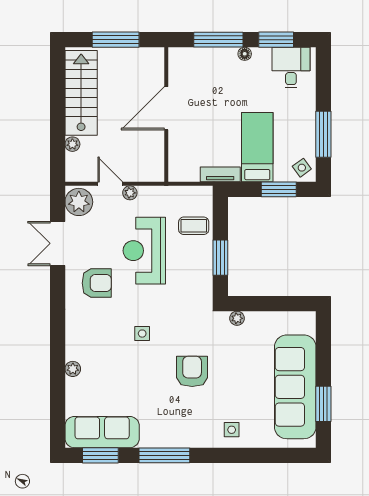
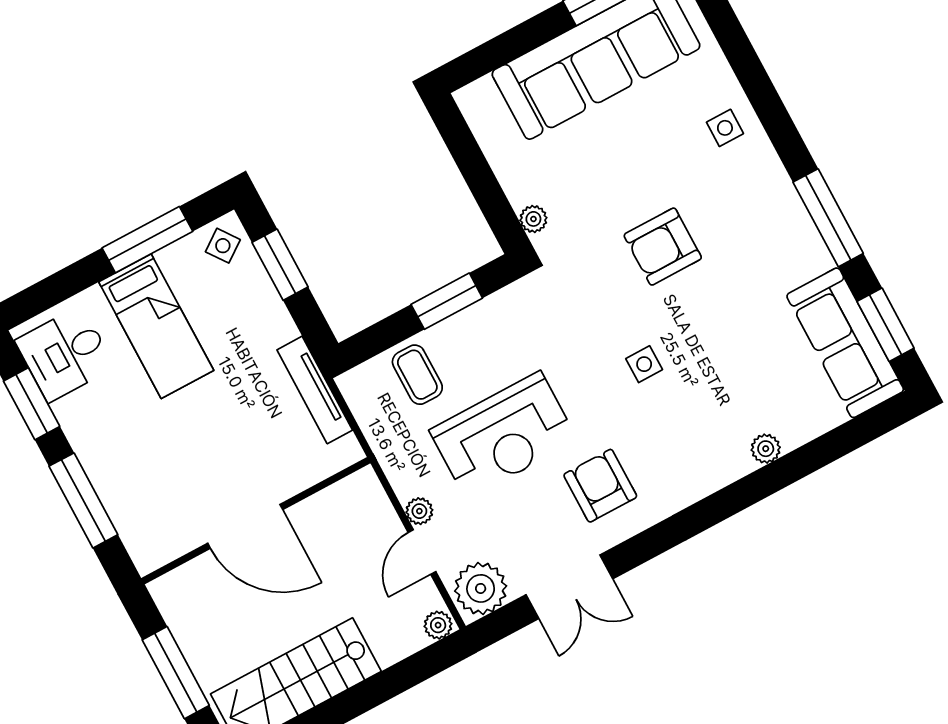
floor lamp: (245, 54) -> (84, 444), removed
plant: (72, 144) -> (438, 625), moved
bed: (257, 147) -> (156, 326), moved, turned -90
tv unit: (220, 174) -> (315, 390), width x1.41

